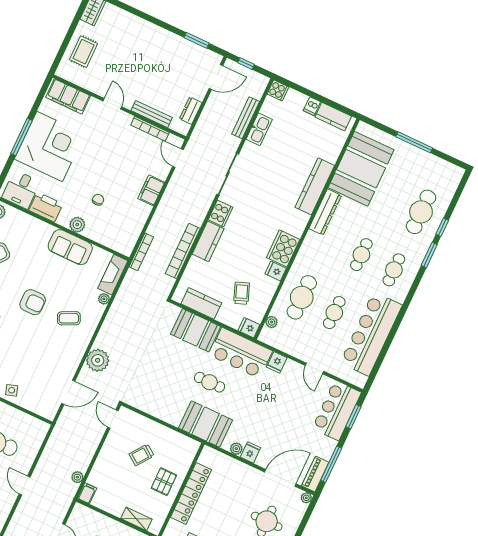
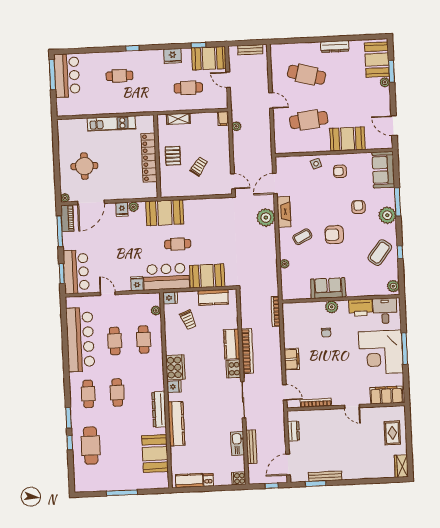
bench: (152, 114) -> (325, 476), moved
booth: (361, 169) -> (155, 454), width x0.73, depth x0.70
bookcase: (183, 251) -> (247, 351), moved
fridge: (276, 271) -> (174, 387), moved
fireplace: (113, 275) -> (284, 212), moved
cafe table: (302, 297) -> (144, 340), width x0.73, depth x0.74

